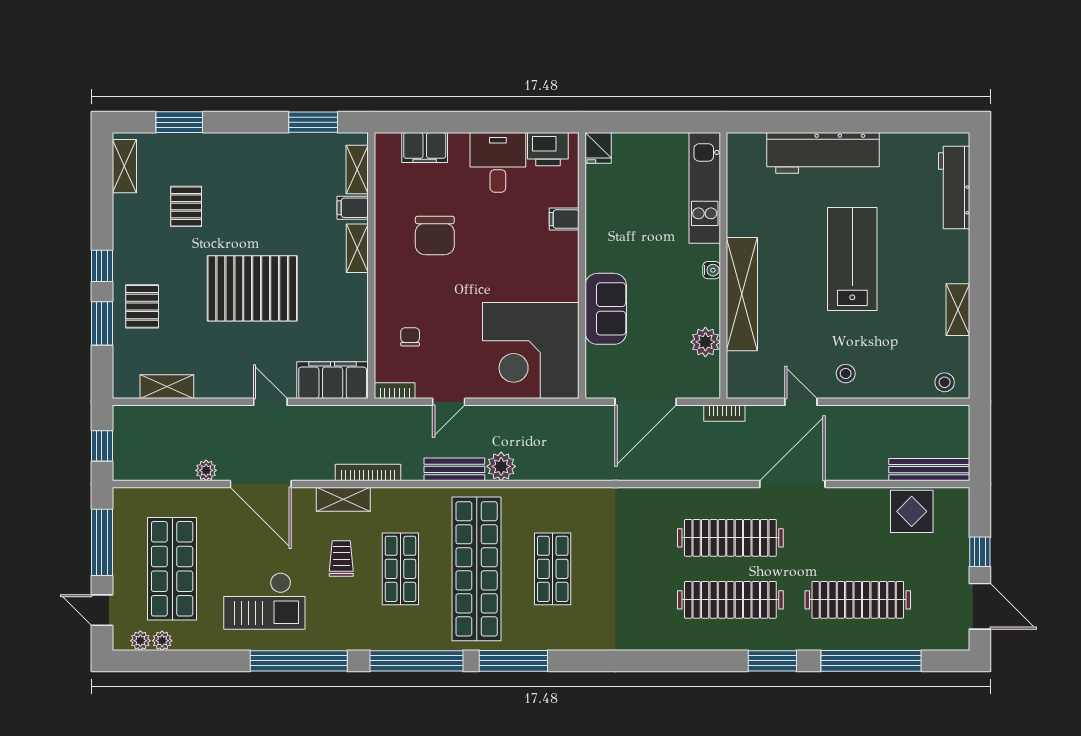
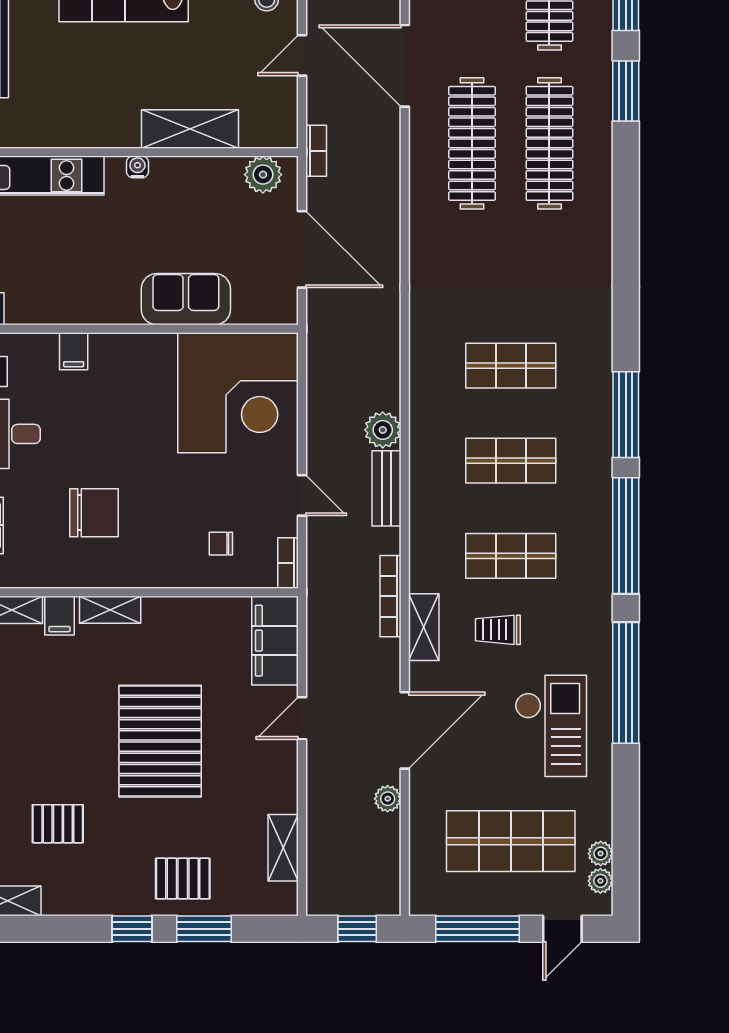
shelving: (742, 294) -> (190, 129), width x0.68
plant: (705, 342) -> (263, 175), moved
shop shelf: (477, 569) -> (511, 461), width x0.50, depth x0.74

